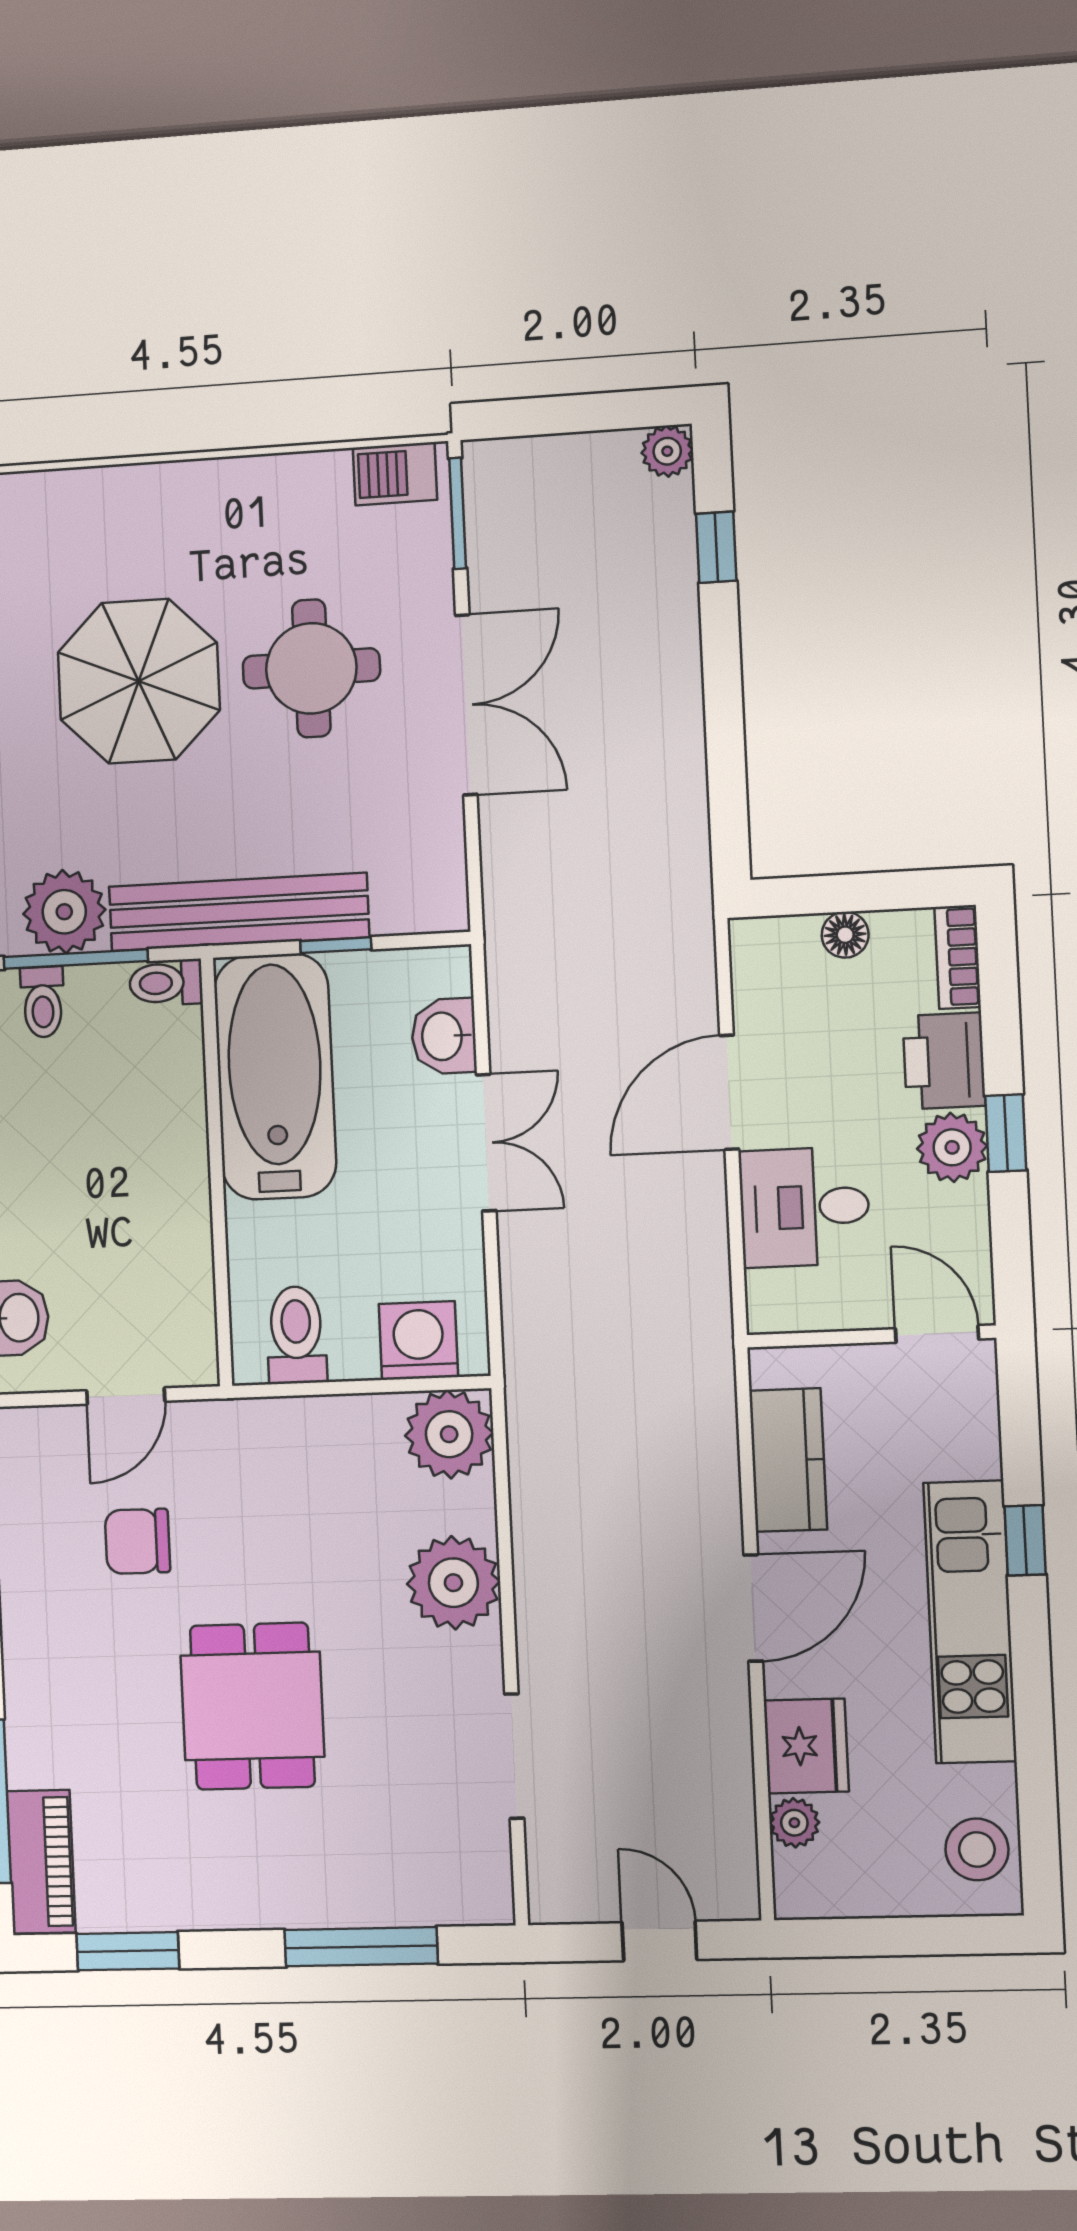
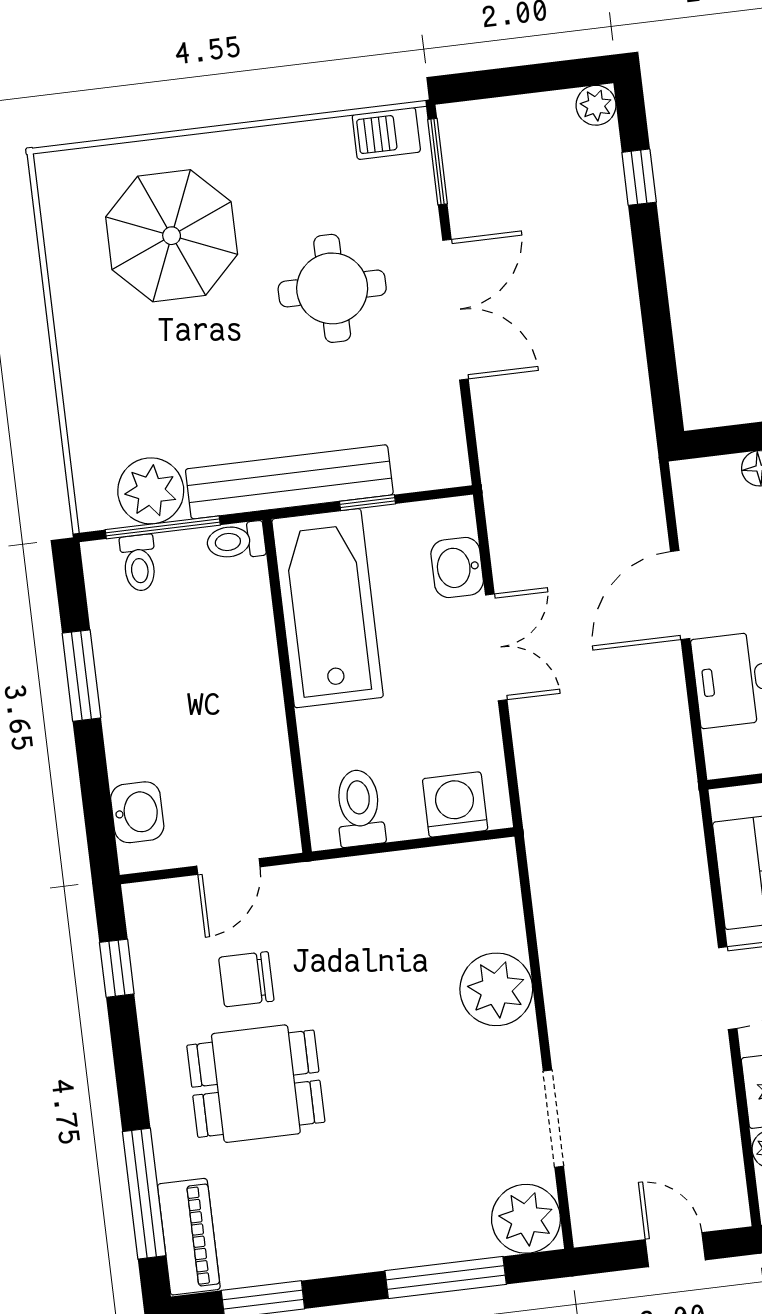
parasol: (139, 681) -> (172, 236), moved
plant: (449, 1434) -> (526, 1219), moved
dining table: (252, 1706) -> (256, 1084), moved, turned 90

